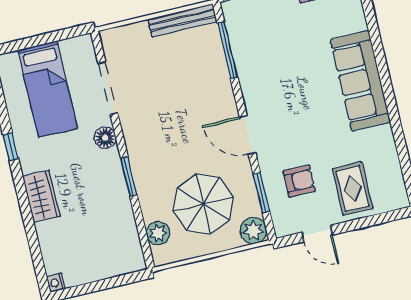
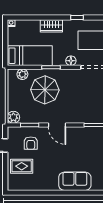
sofa: (360, 81) -> (75, 181), width x0.73
door: (248, 135) -> (57, 125), swing flipped
parasol: (203, 204) -> (45, 90), moved
bed: (115, 227) -> (30, 56), added

